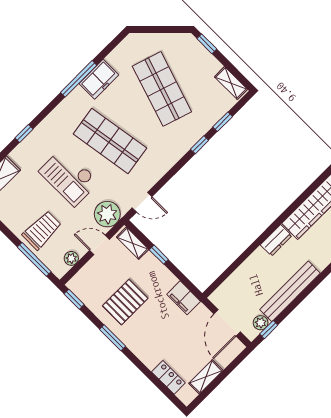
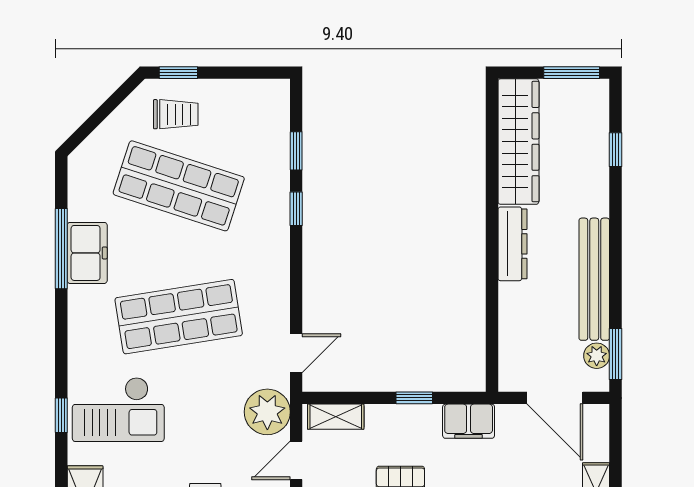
trolley: (189, 59) -> (176, 114), added
window: (79, 79) -> (61, 249), moved
shelving: (231, 83) -> (258, 92), removed
checkout: (69, 177) -> (118, 409), moved
dresser: (276, 240) -> (513, 244), width x1.44
window: (159, 255) -> (414, 398), moved
window: (269, 330) -> (616, 354), width x1.50

